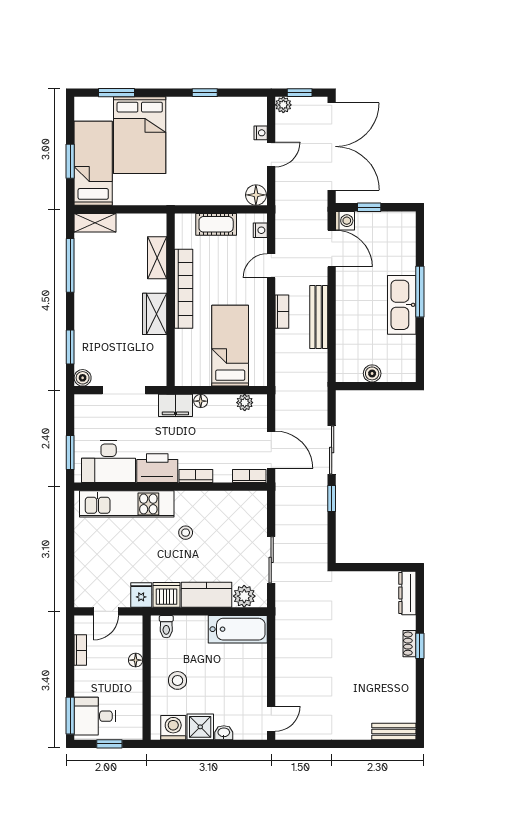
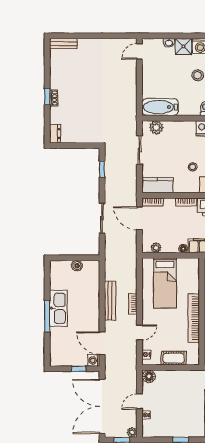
window: (332, 499) -> (102, 169), moved
dresser: (407, 593) -> (55, 134), width x0.70
kitchen counter: (206, 595) -> (158, 185), moved, turned 180

